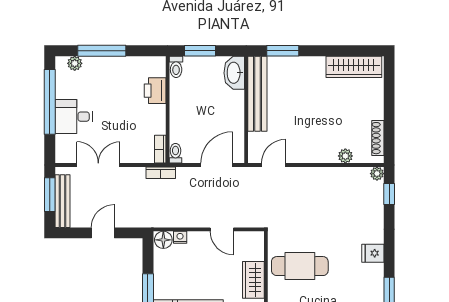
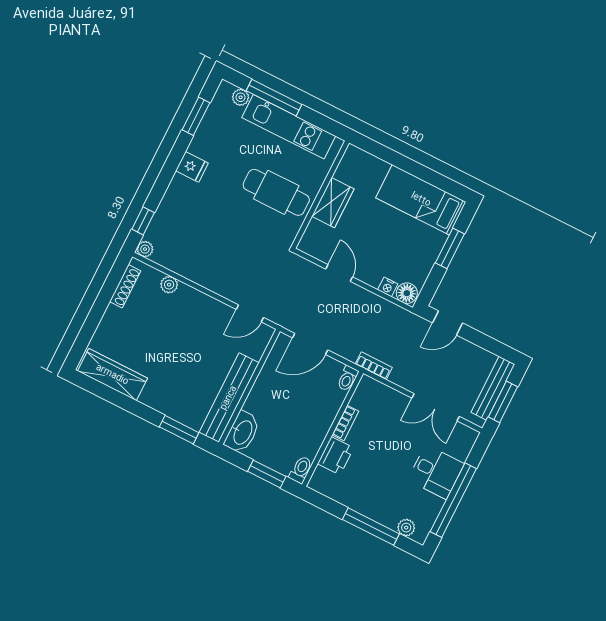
bookcase: (160, 149) -> (345, 423), moved
door: (103, 233) -> (447, 323), moved

